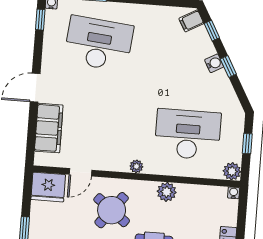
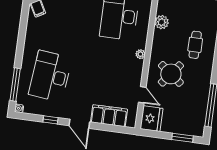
window: (40, 20) -> (51, 120), moved
plant: (167, 192) -> (162, 22), moved

